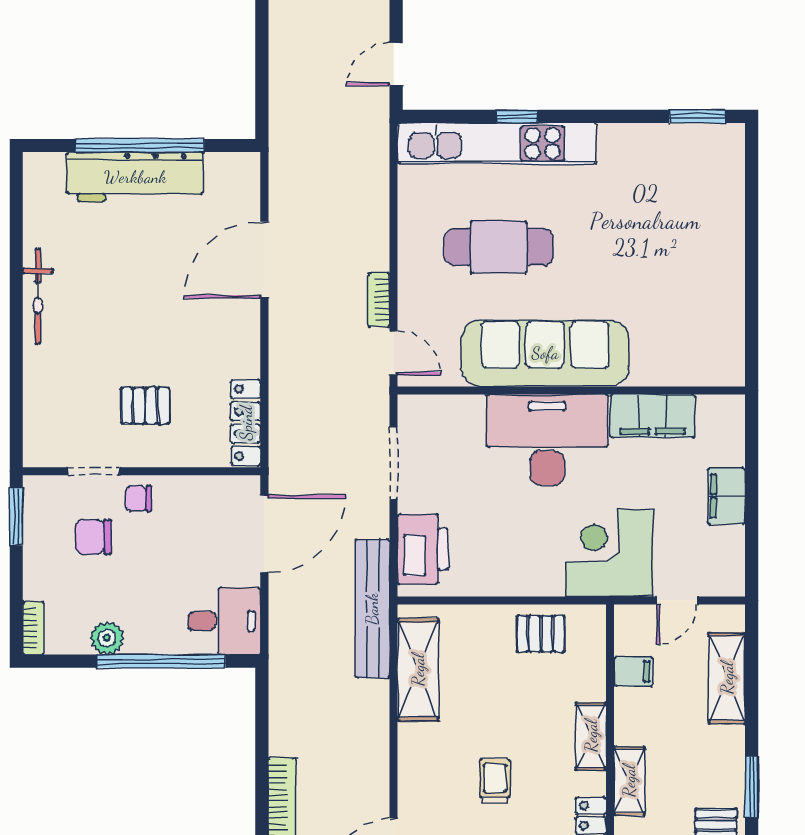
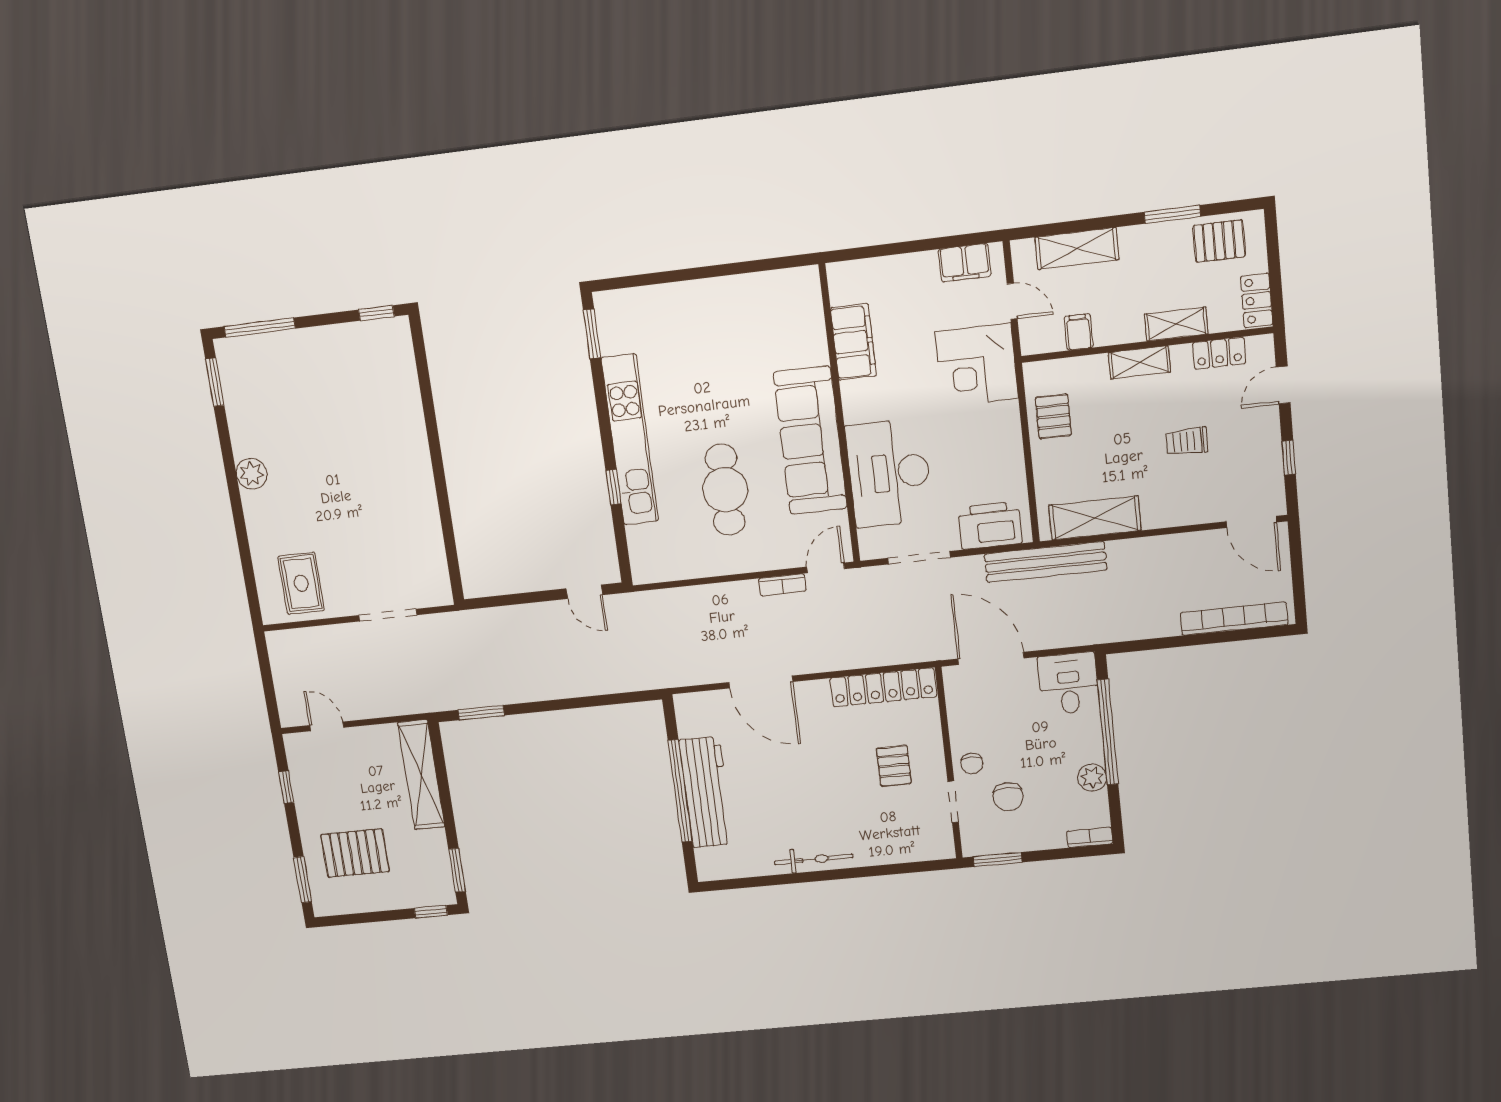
kitchen unit: (497, 143) -> (630, 440), moved
locker: (246, 423) -> (883, 687), width x1.41, depth x1.21
desk: (547, 440) -> (889, 473), moved
filing cabinet: (726, 496) -> (965, 263), moved

